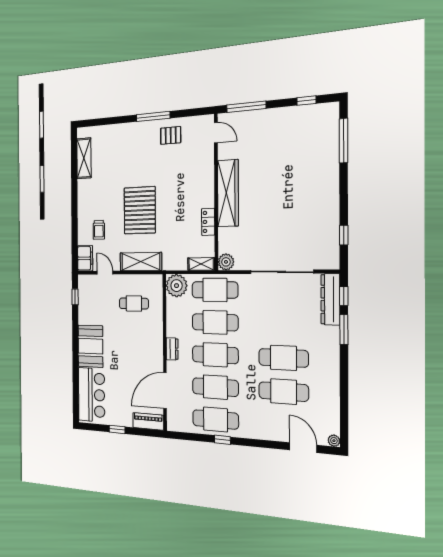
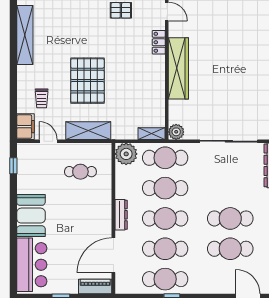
shelving: (84, 158) -> (25, 35), width x1.47
locker: (208, 222) -> (159, 42), moved
dresser: (172, 349) -> (121, 215), width x1.44

